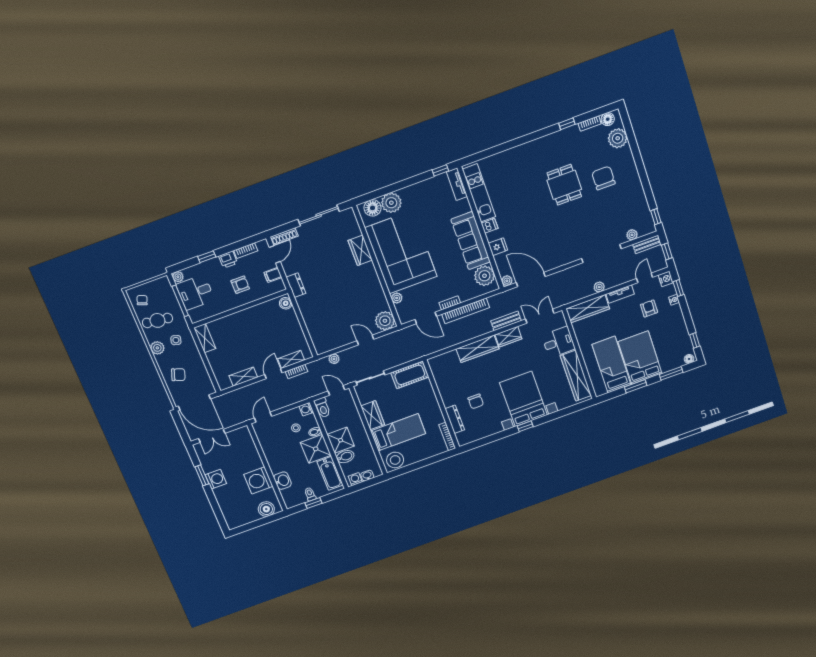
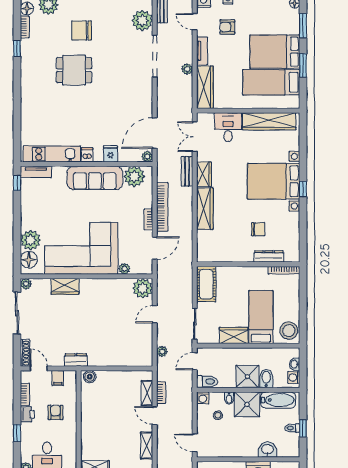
plant: (349, 214) -> (26, 284), added
plant: (632, 235) -> (142, 21), width x1.88, depth x1.88

